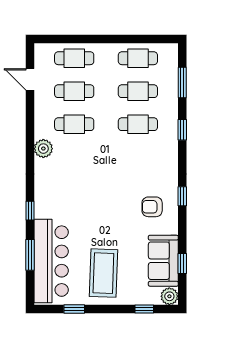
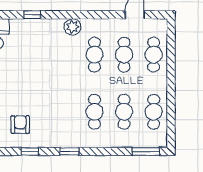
window: (182, 82) -> (146, 152), moved
window: (182, 130) -> (69, 152), moved
window: (30, 211) -> (32, 15), moved

